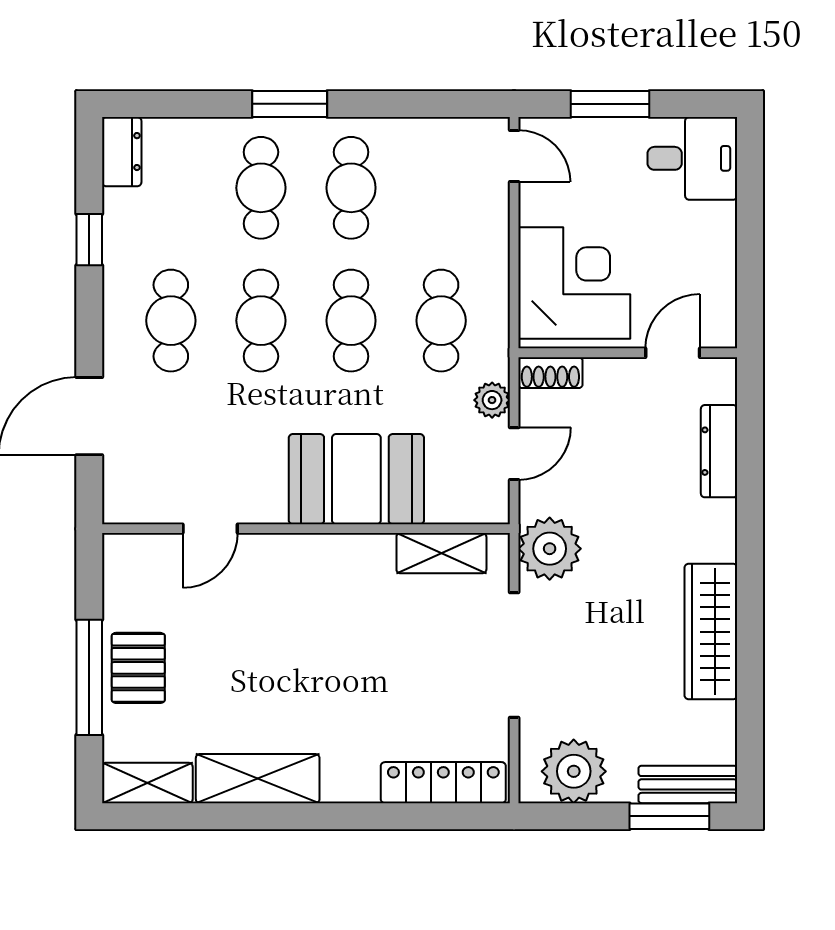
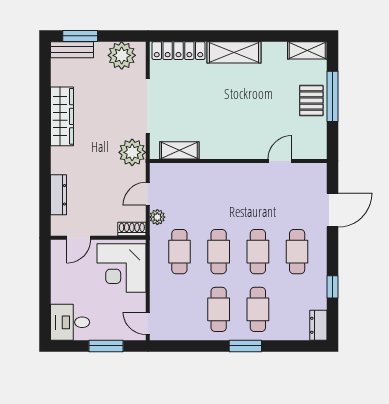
booth: (356, 479) -> (216, 183), removed
shelving: (258, 779) -> (234, 52), moved

